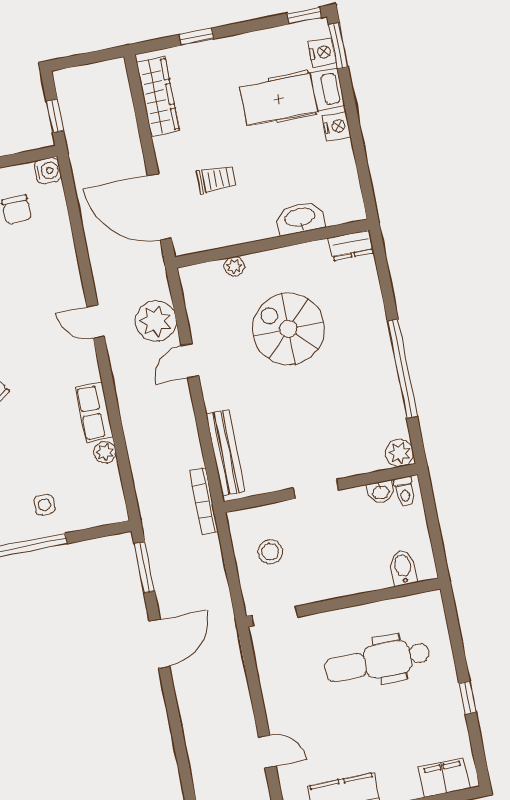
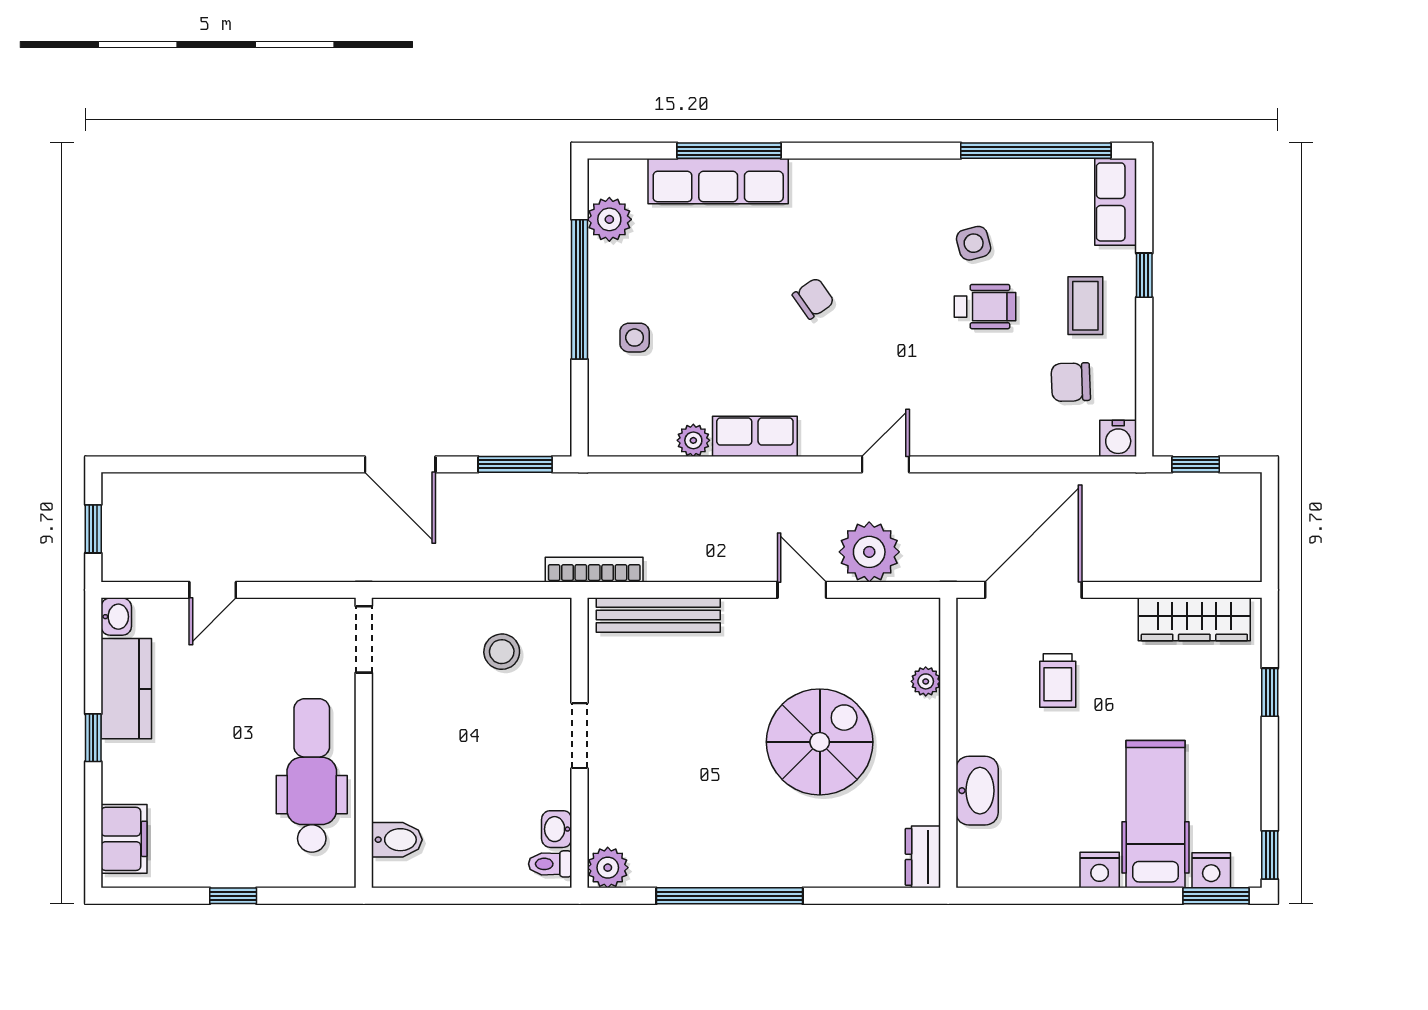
bidet: (403, 568) -> (397, 840), moved
wall: (343, 603) -> (364, 743), moved
doorway: (275, 616) -> (364, 639), moved

